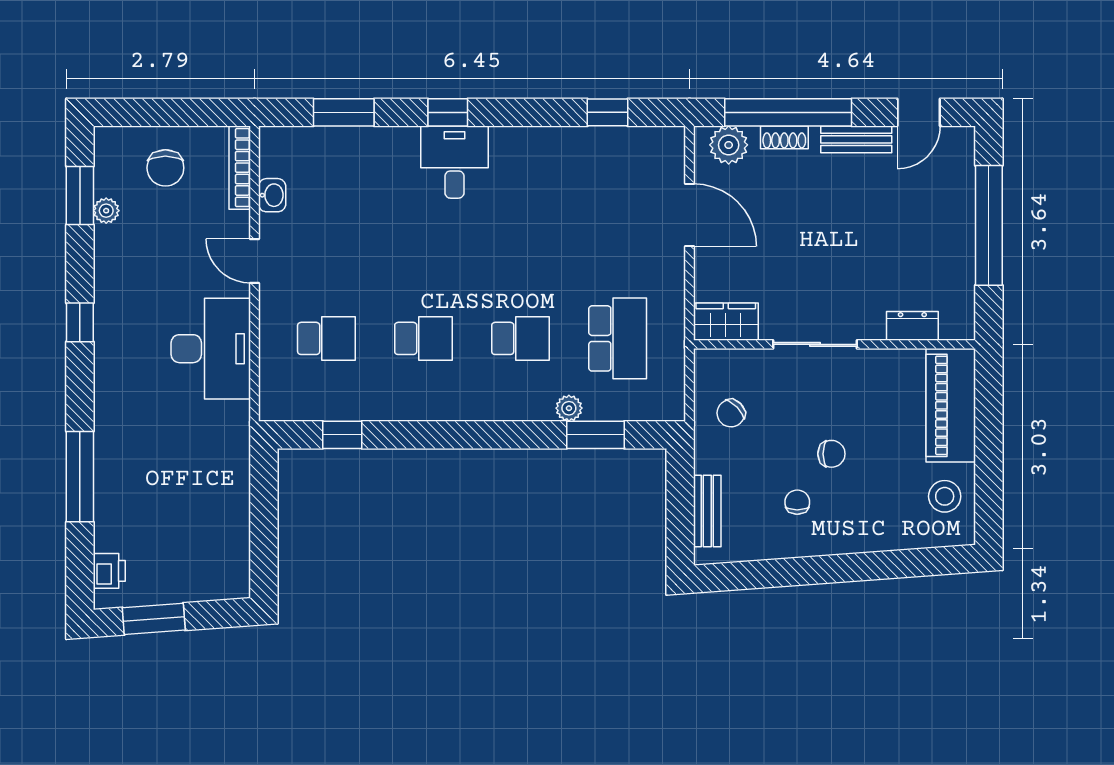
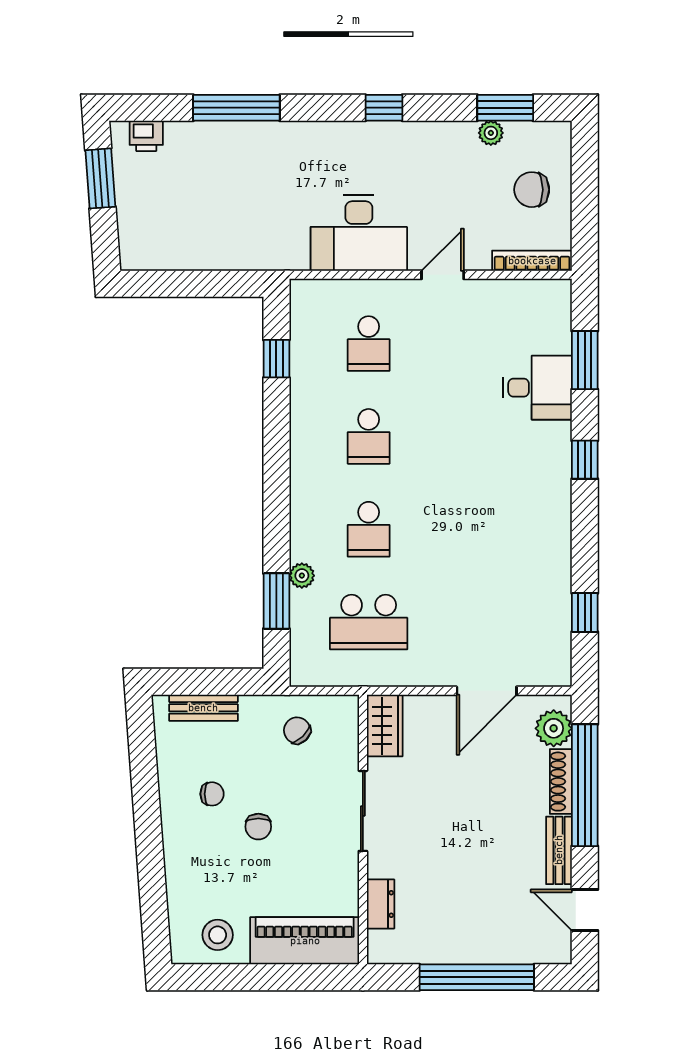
shoe rack: (784, 137) -> (561, 782), width x1.43
desk: (454, 162) -> (537, 388), moved
washbasin: (272, 195) -> (506, 292), removed

